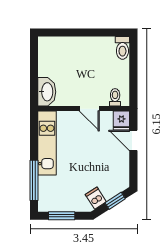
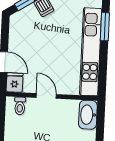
kitchen unit: (47, 143) -> (91, 52), width x1.36
window: (34, 180) -> (105, 27), width x0.69

